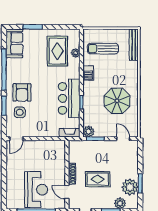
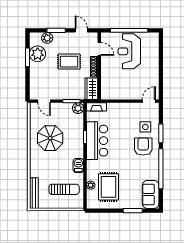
wardrobe: (75, 151) -> (91, 89), added

